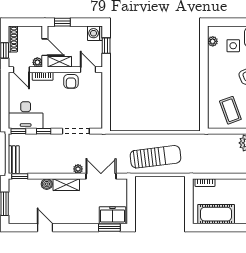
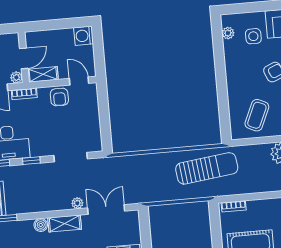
window: (62, 22) -> (42, 26), removed
window: (106, 46) -> (98, 50), removed
door: (45, 47) -> (24, 58), hinge flipped
coffee table: (230, 110) -> (257, 115), turned 44
sun lounger: (156, 157) -> (207, 168), moved

